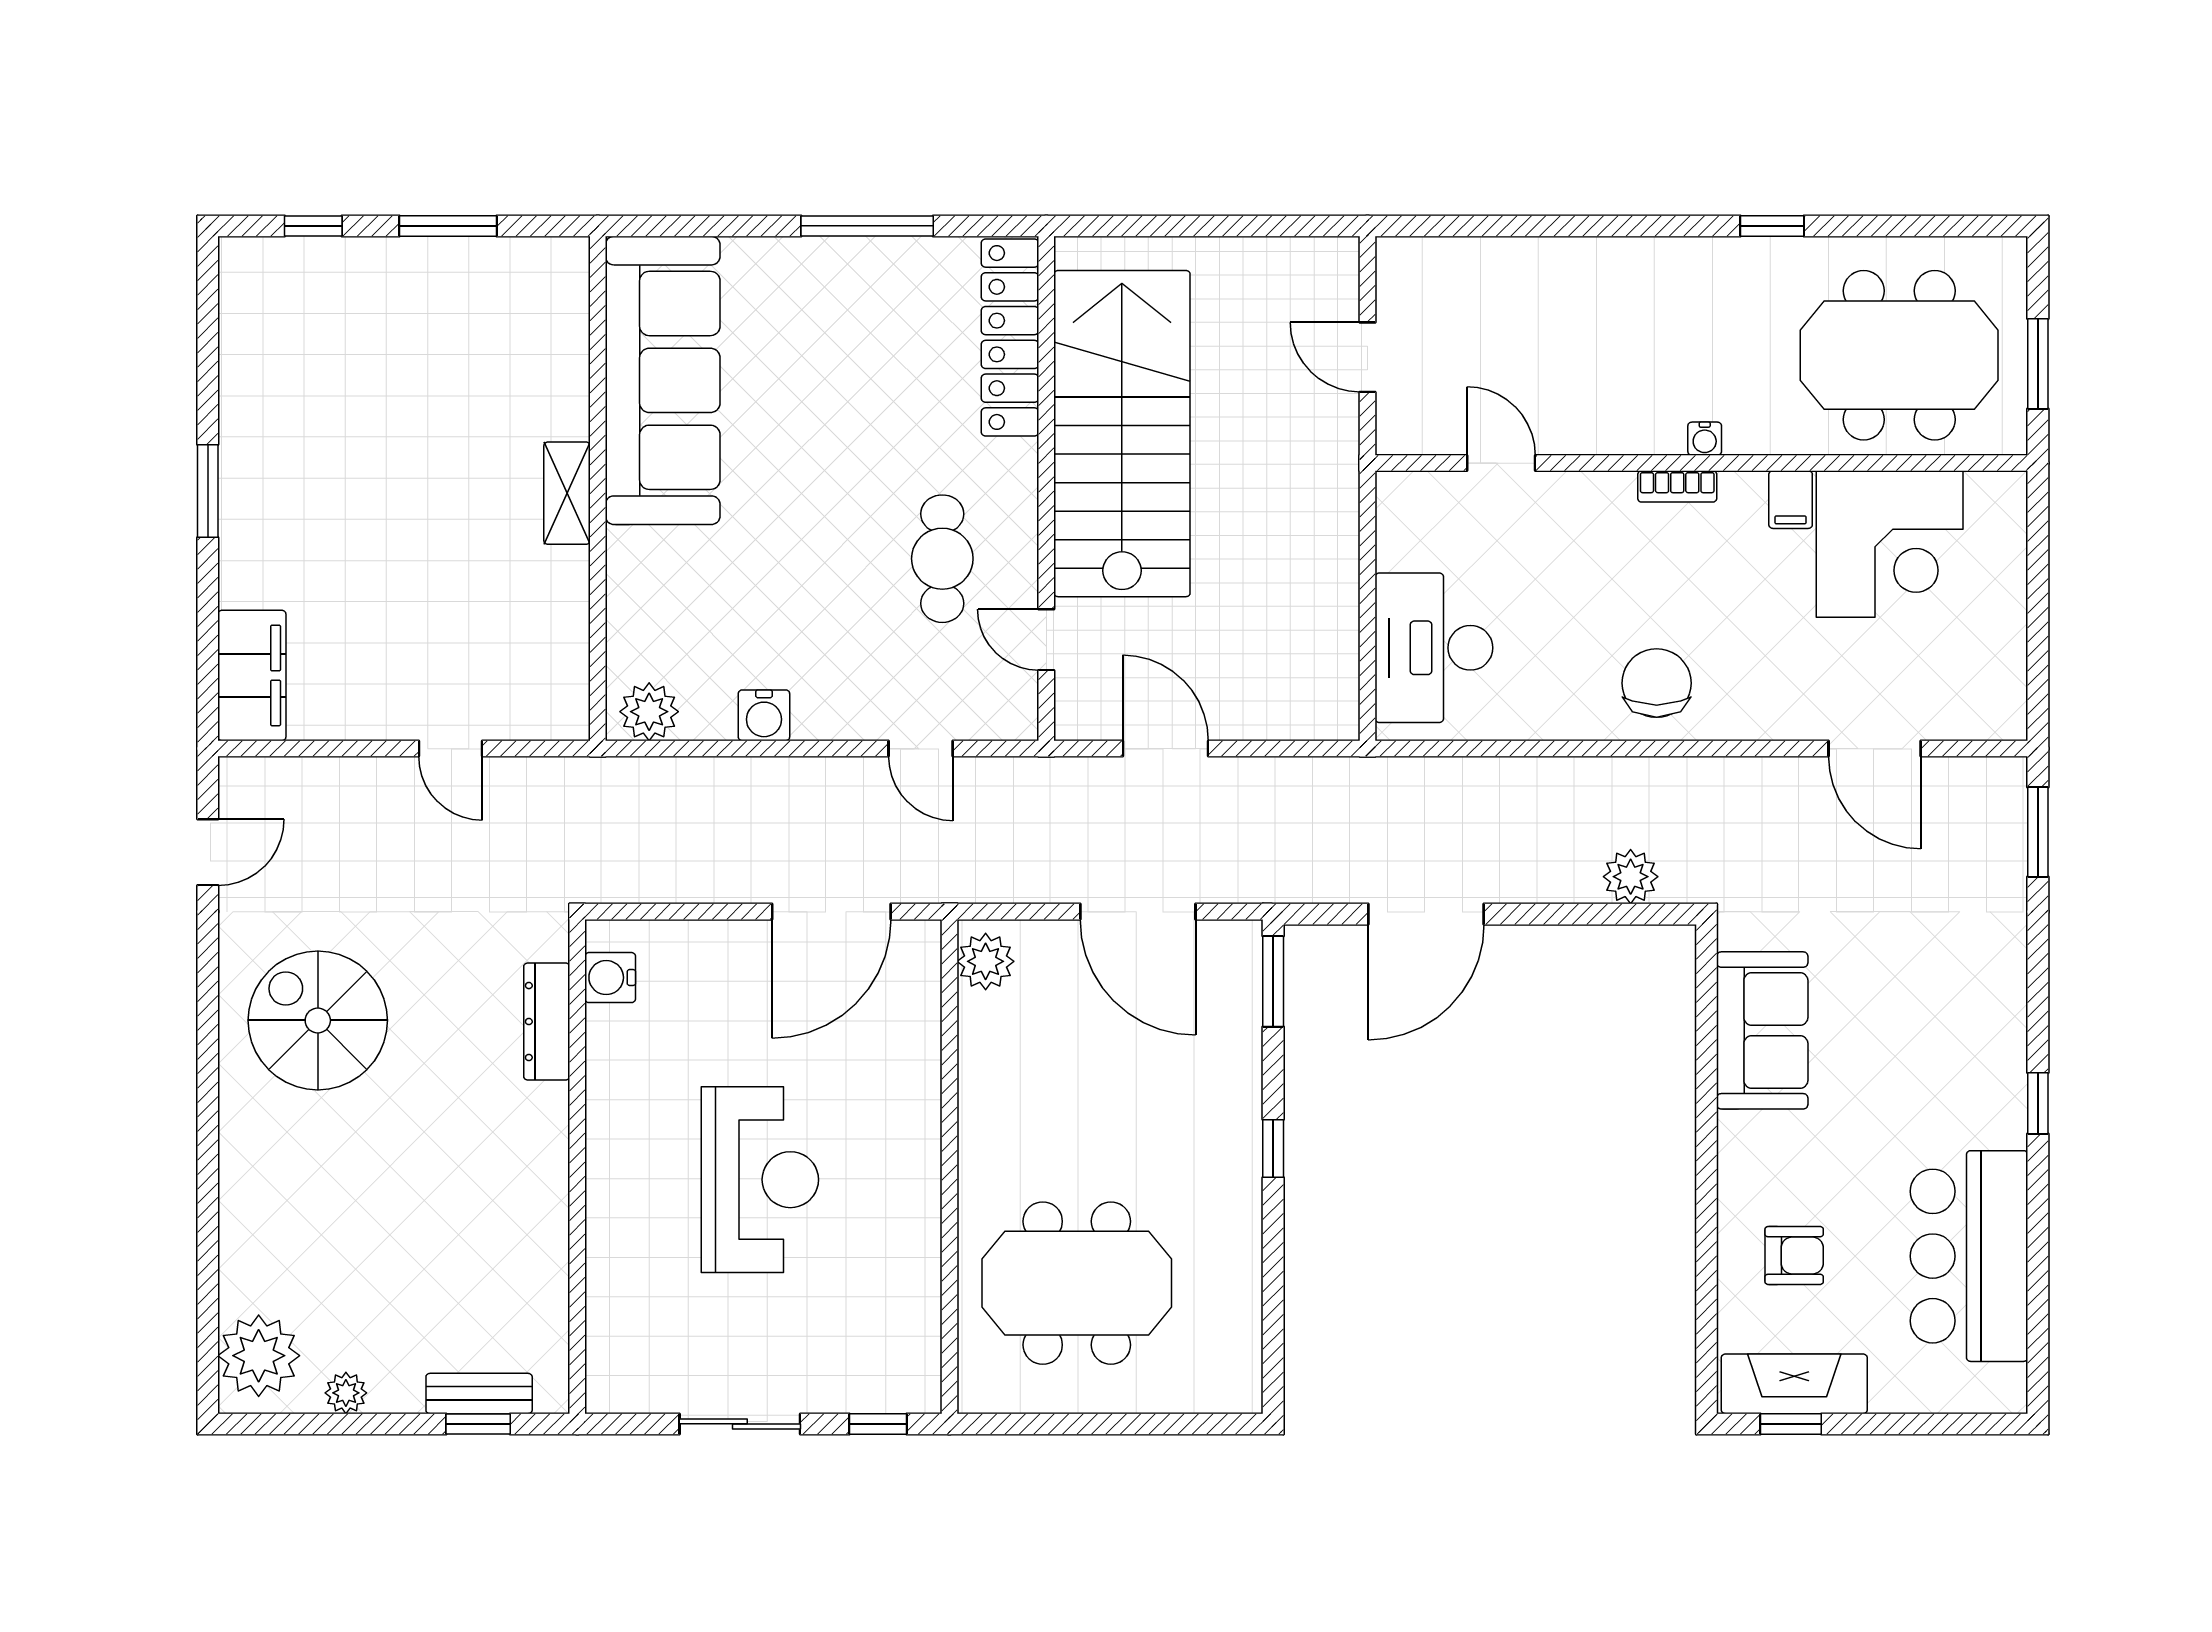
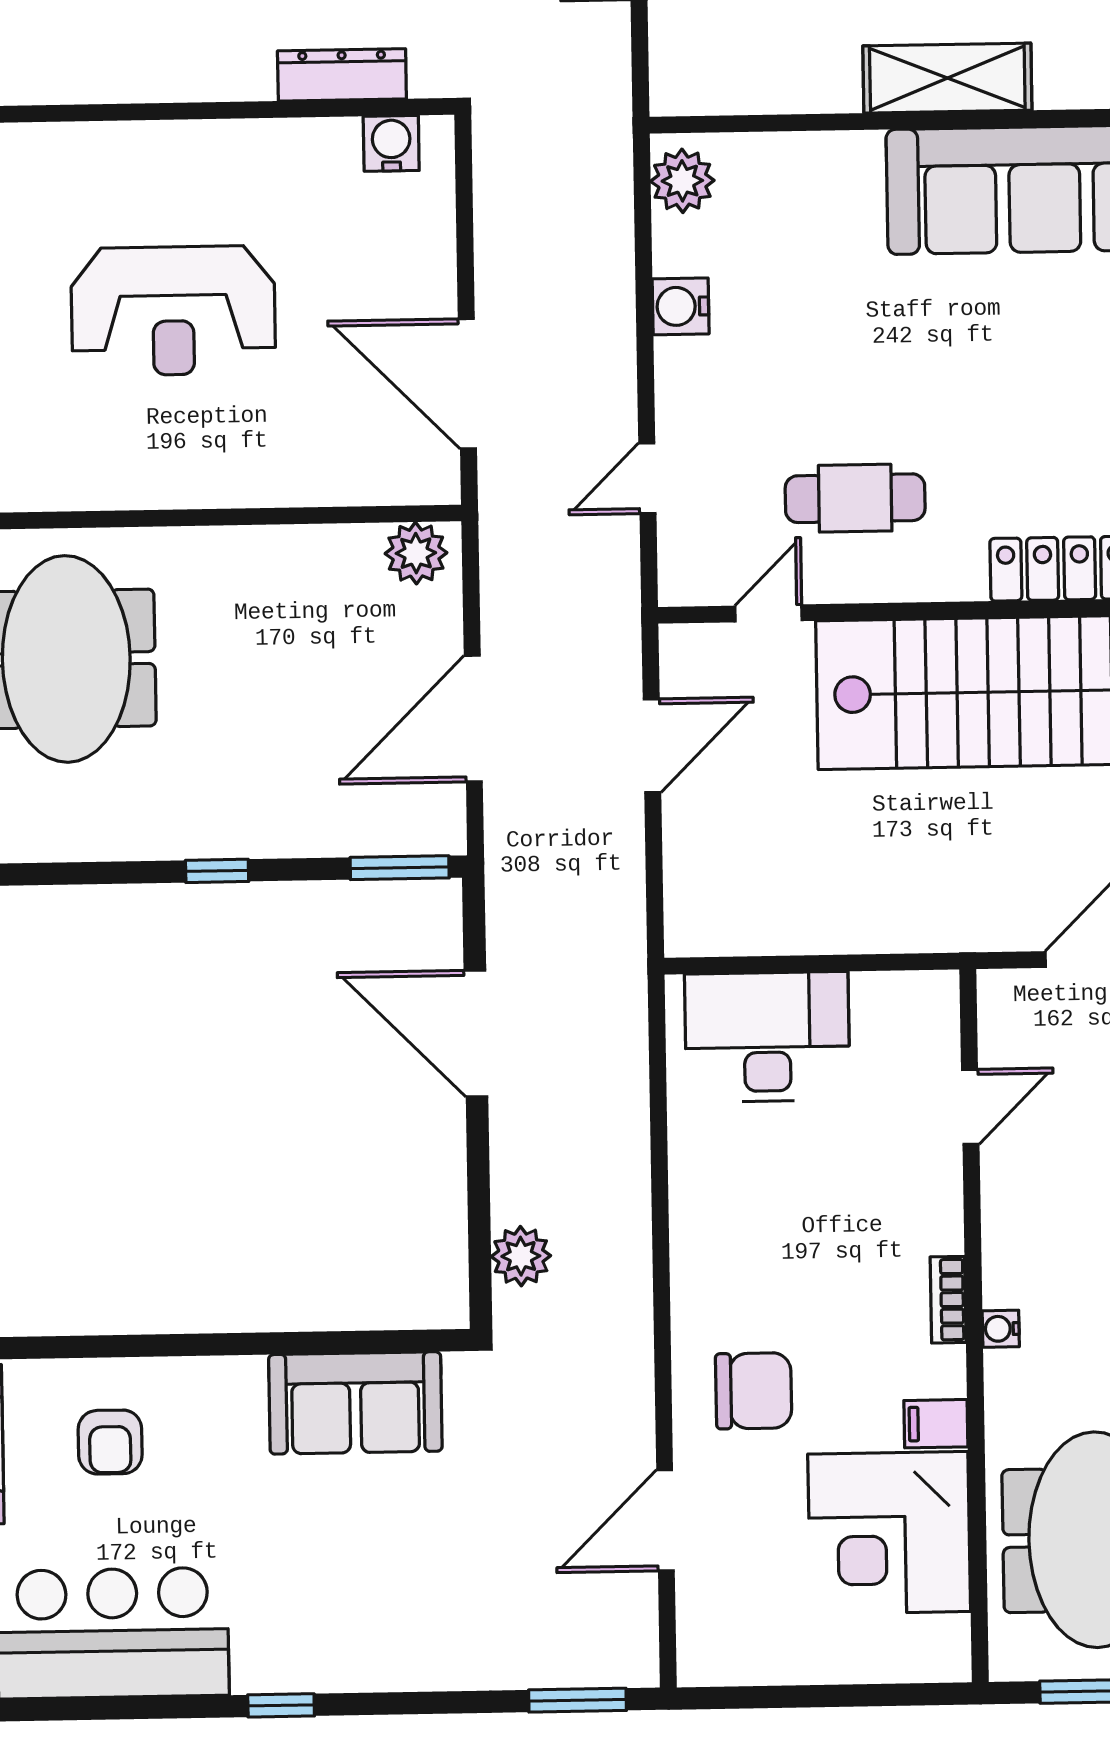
shelving: (567, 493) -> (947, 78), width x1.50, depth x1.33
chair: (1657, 683) -> (754, 1391), moved

